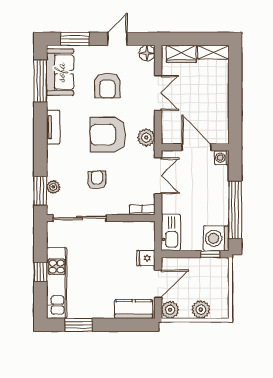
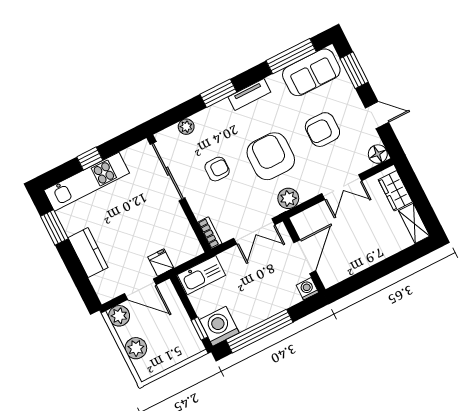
window: (40, 191) -> (218, 93), moved
kitchen counter: (134, 309) -> (88, 253), moved

